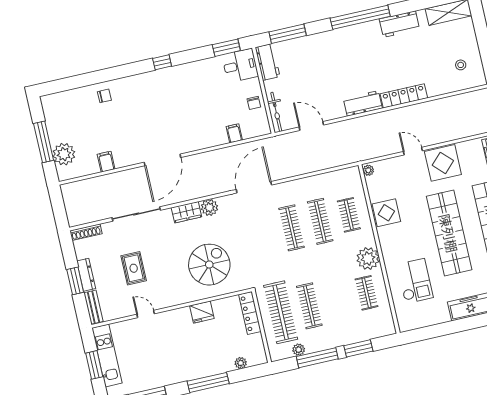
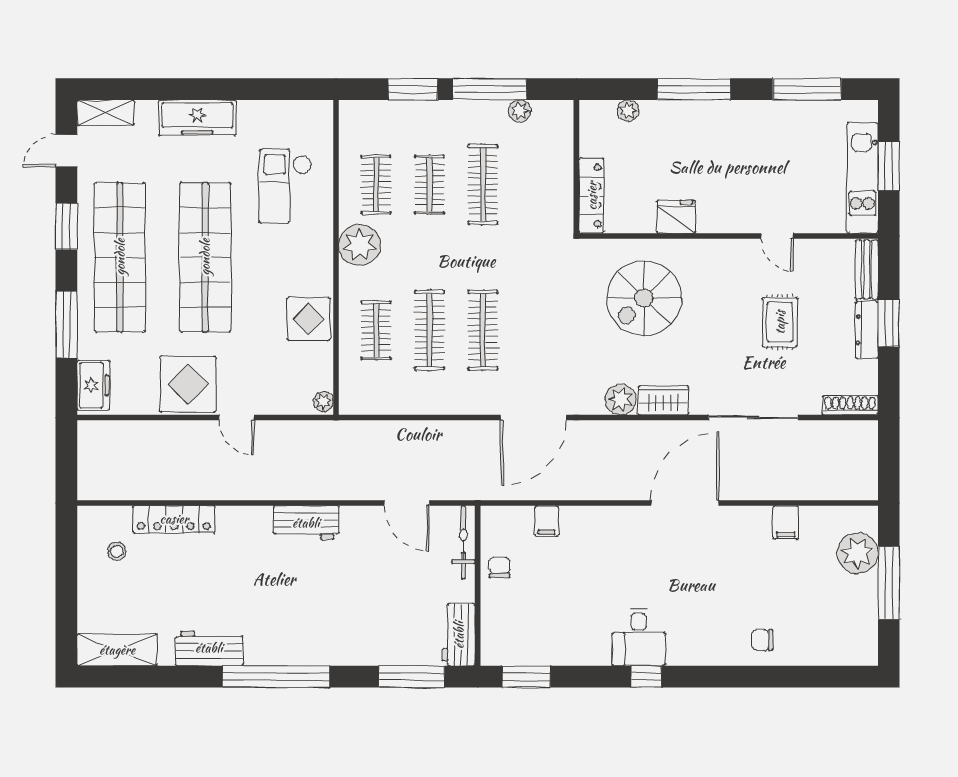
desk: (240, 66) -> (639, 637), moved, turned -90
locker: (404, 96) -> (174, 519), moved
clothes rail: (281, 312) -> (429, 185), moved, width x0.54, depth x0.76

